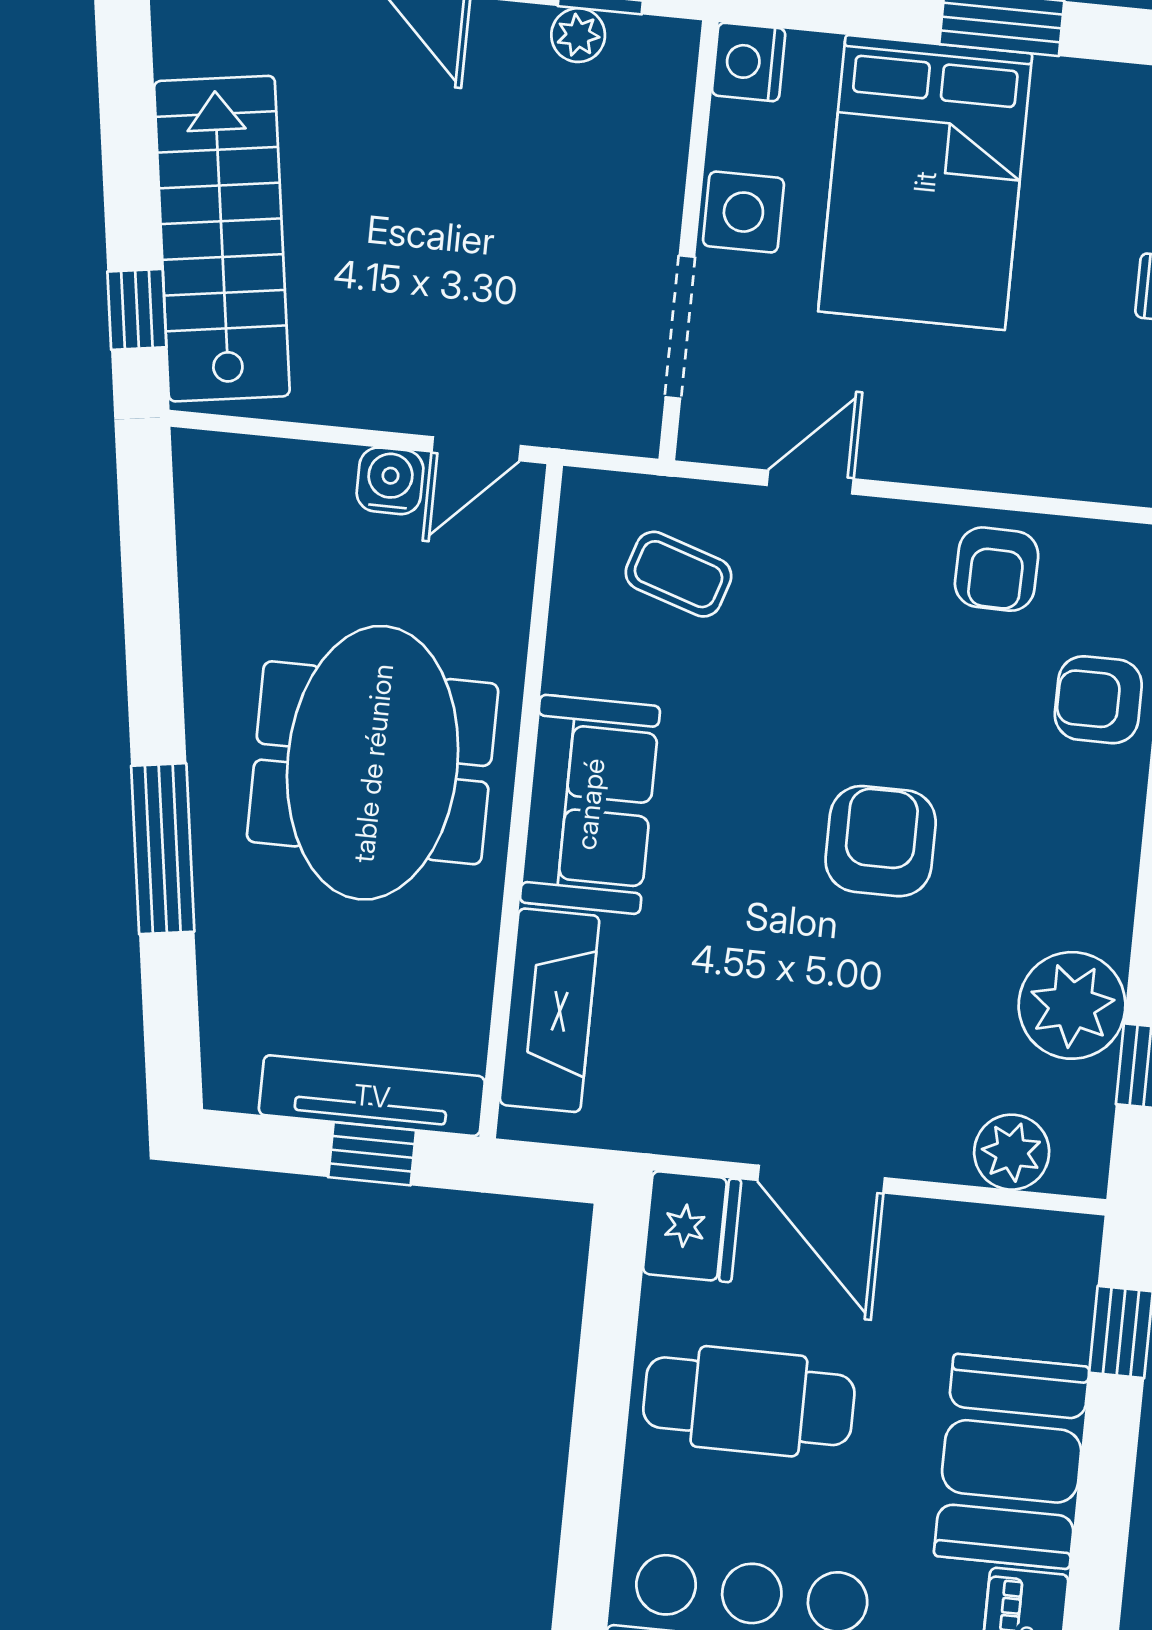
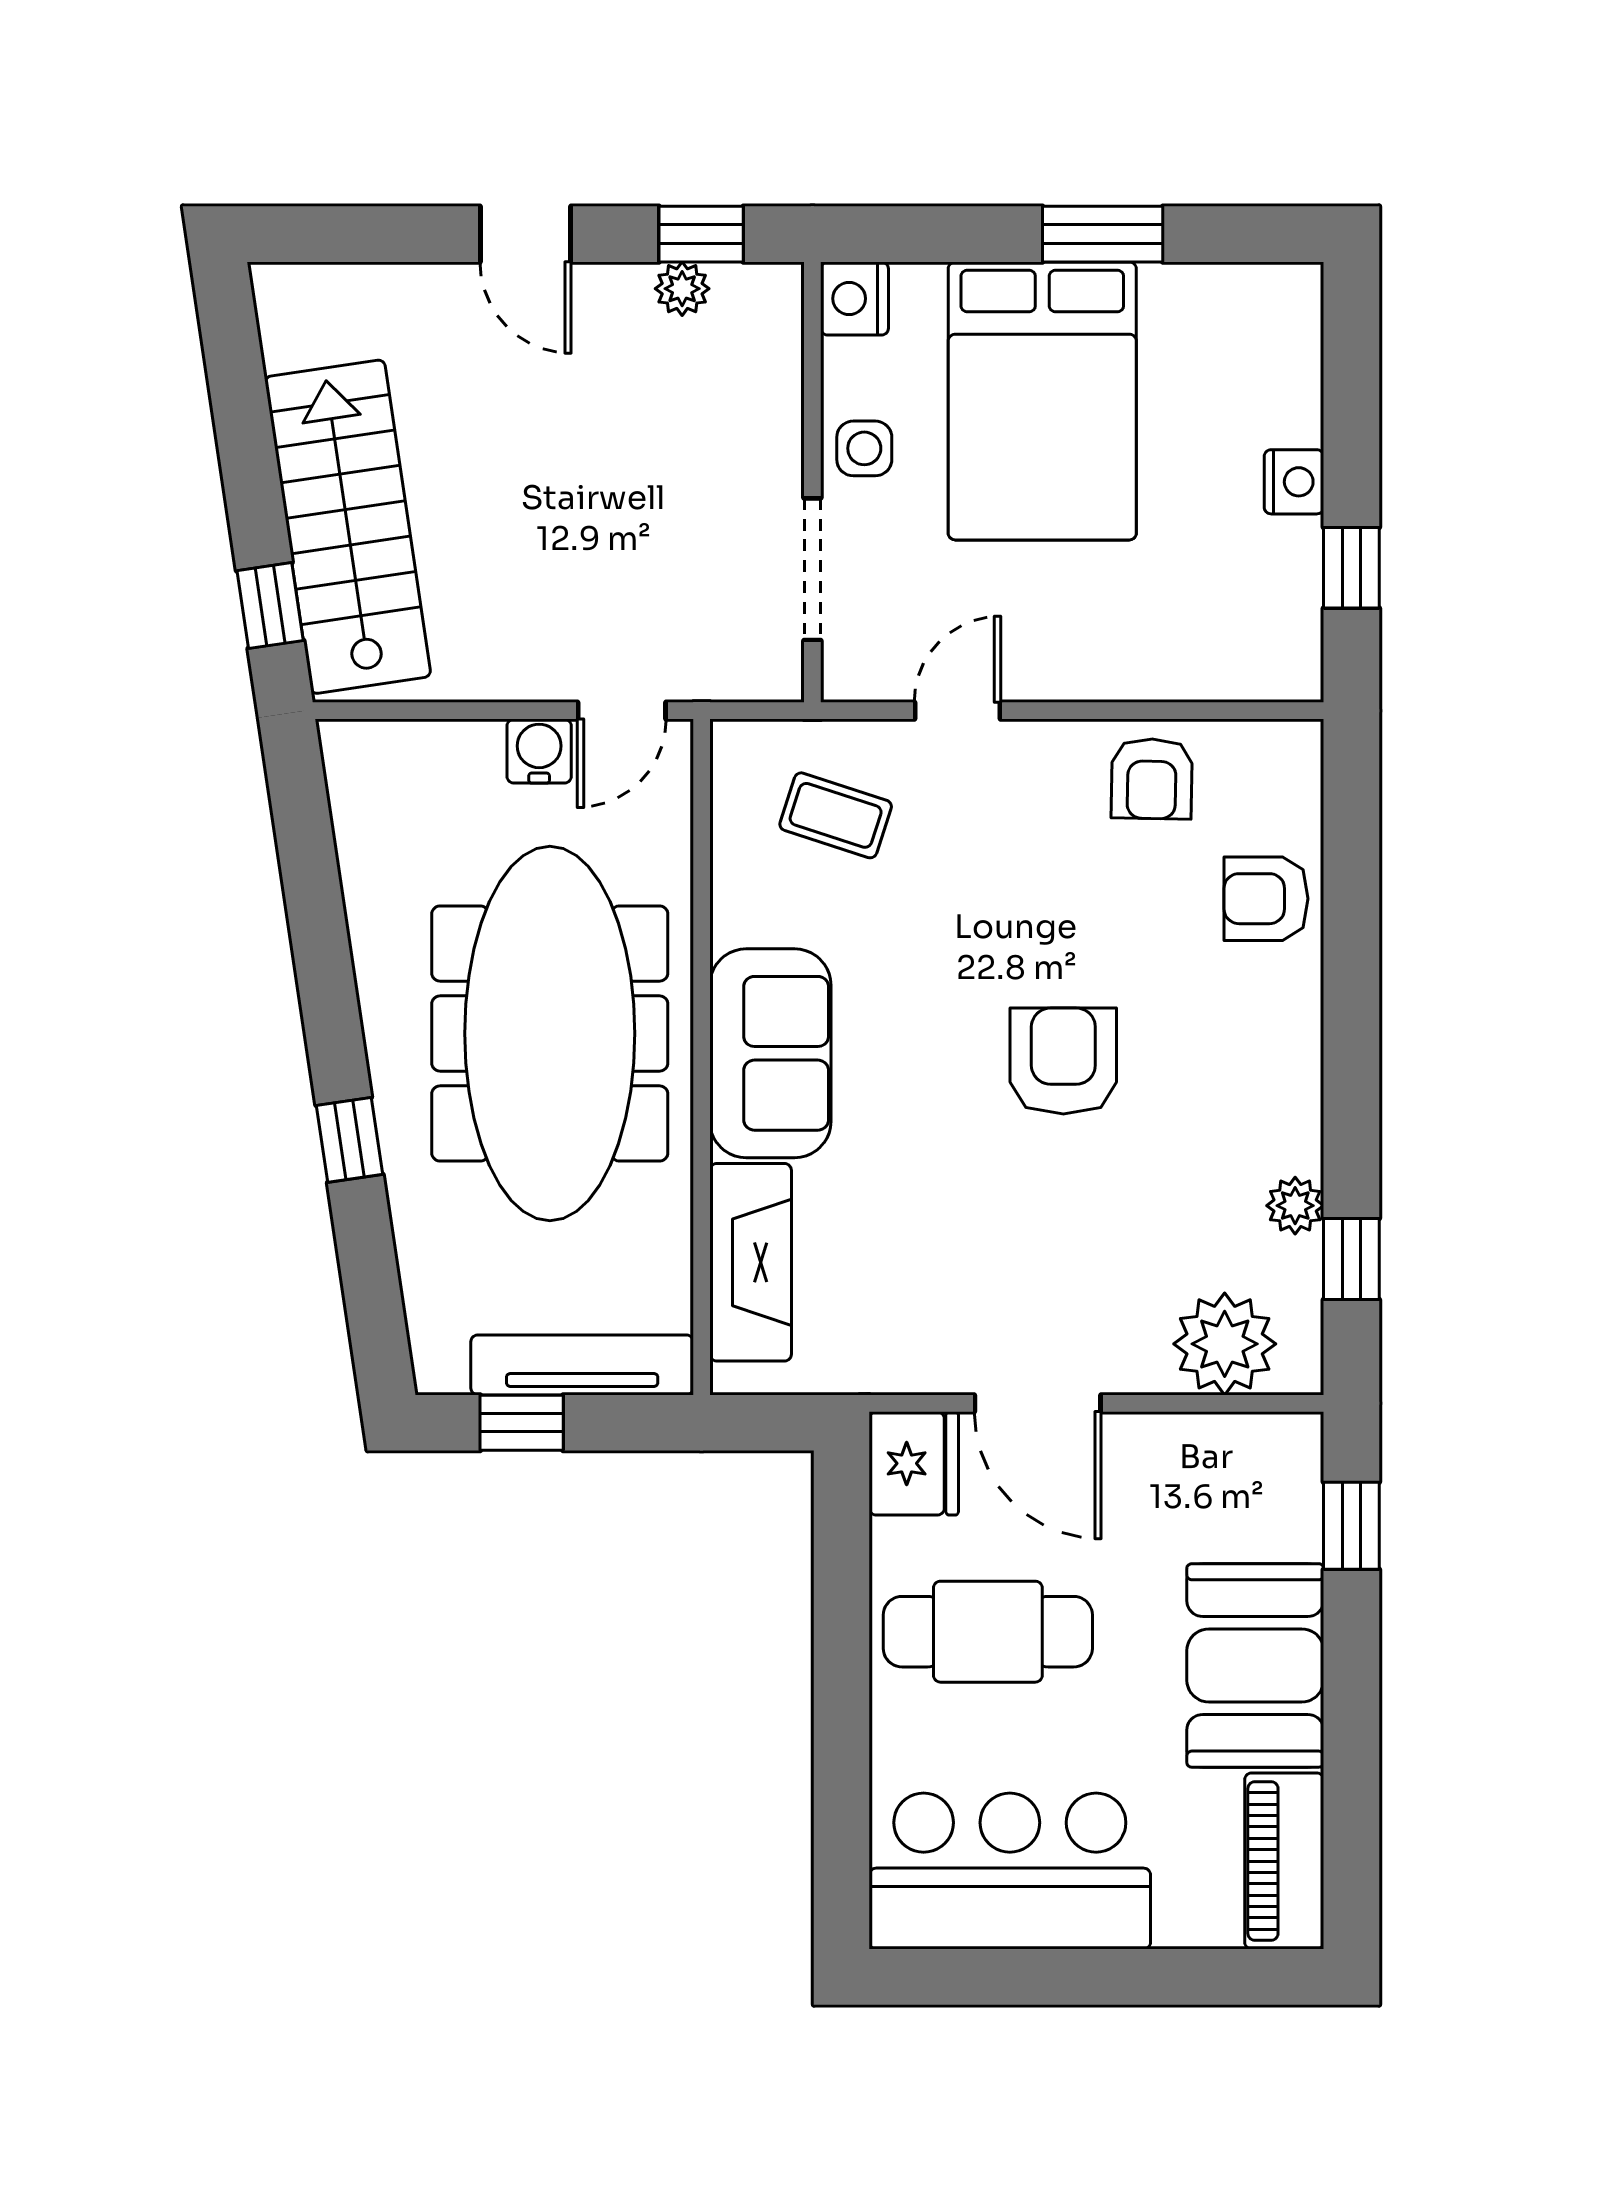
side table: (743, 212) -> (864, 448), width x0.73, depth x0.73
meeting table: (373, 763) -> (550, 1033), width x1.36
window: (163, 849) -> (349, 1140), width x0.46
plant: (1072, 1005) -> (1295, 1206), width x0.53, depth x0.53
plant: (1012, 1152) -> (1225, 1344), width x1.36, depth x1.36
window: (372, 1154) -> (522, 1423), moved

